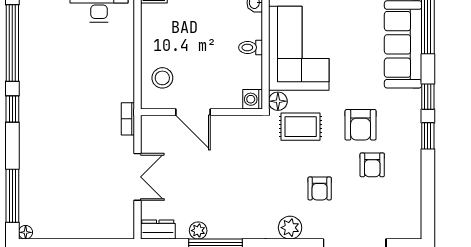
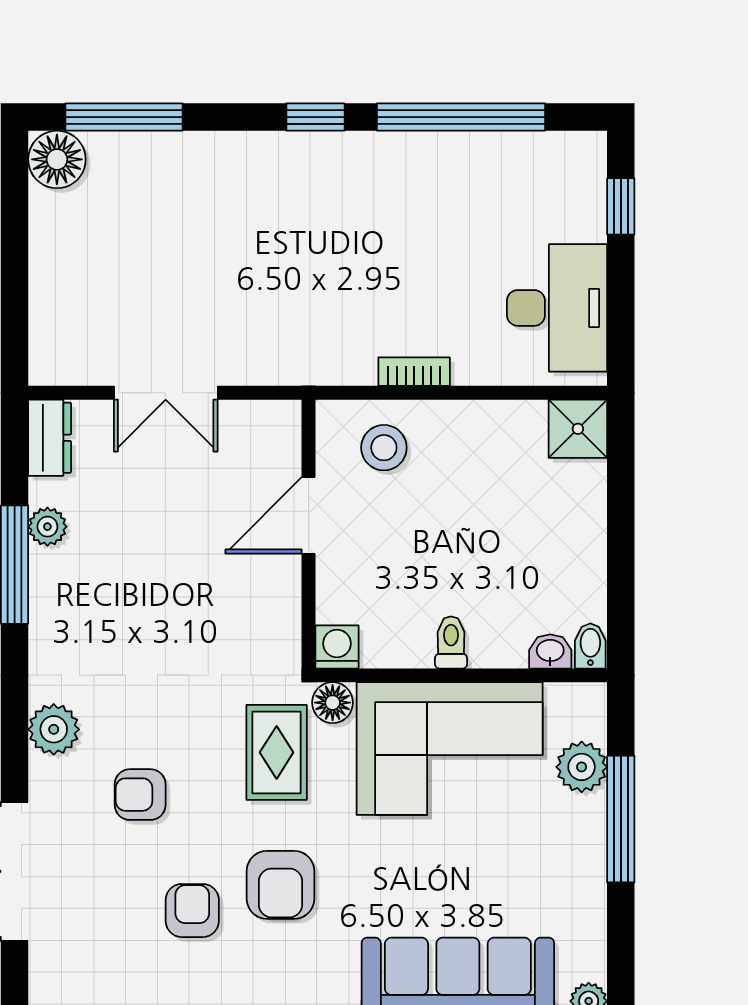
bookcase: (128, 119) -> (414, 372), moved
armchair: (361, 125) -> (281, 885), turned -90
armchair: (372, 165) -> (192, 911), turned 90
floor lamp: (26, 232) -> (57, 159), width x1.89, depth x1.89

